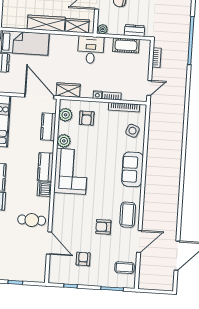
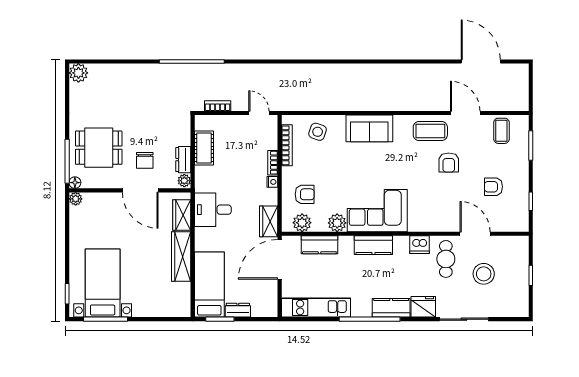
dresser: (134, 31) -> (183, 160), moved
desk: (91, 50) -> (213, 210), moved
dishwasher: (44, 189) -> (419, 245), moved
door: (49, 243) -> (475, 234), hinge flipped
stool: (19, 247) -> (484, 274), added

